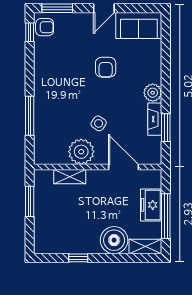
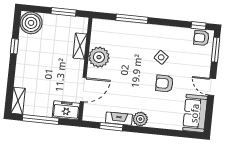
armchair: (45, 27) -> (201, 38), turned 90
side table: (99, 123) -> (161, 57), moved
freezer: (151, 205) -> (66, 110), moved
boiler: (114, 240) -> (31, 23), moved

